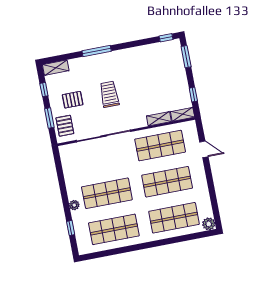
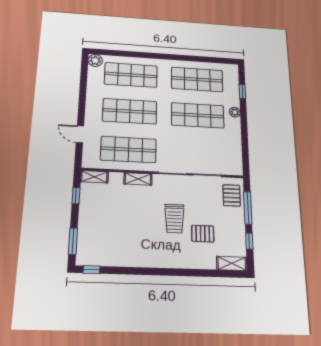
window: (97, 51) -> (180, 272), removed
pallet: (73, 100) -> (203, 234), moved
window: (49, 118) -> (248, 208), width x1.44
shelving: (159, 119) -> (138, 179), moved

